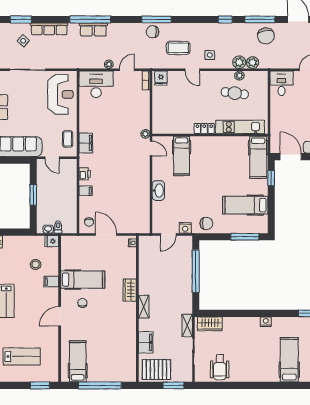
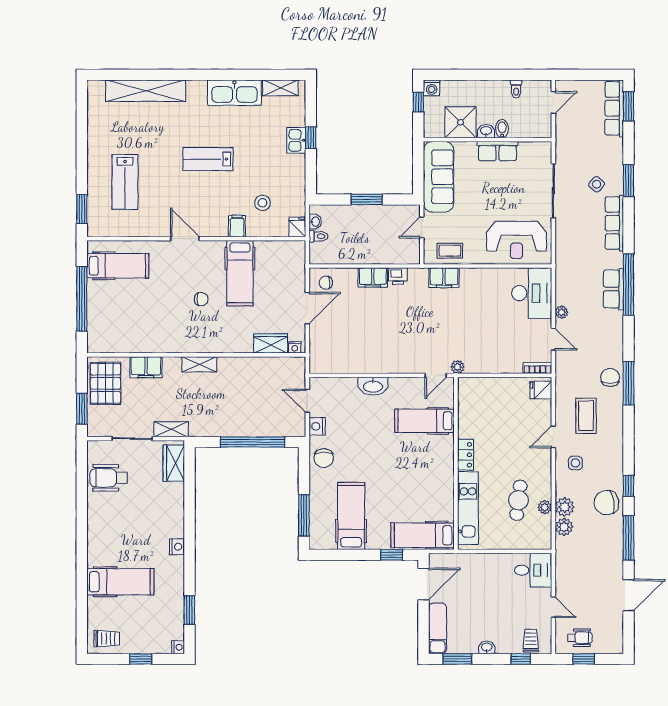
chair: (266, 36) -> (606, 503), moved
filing cabinet: (86, 191) -> (373, 277), width x2.00
wardrobe: (130, 290) -> (271, 343), moved
chair: (82, 303) -> (201, 299), moved

